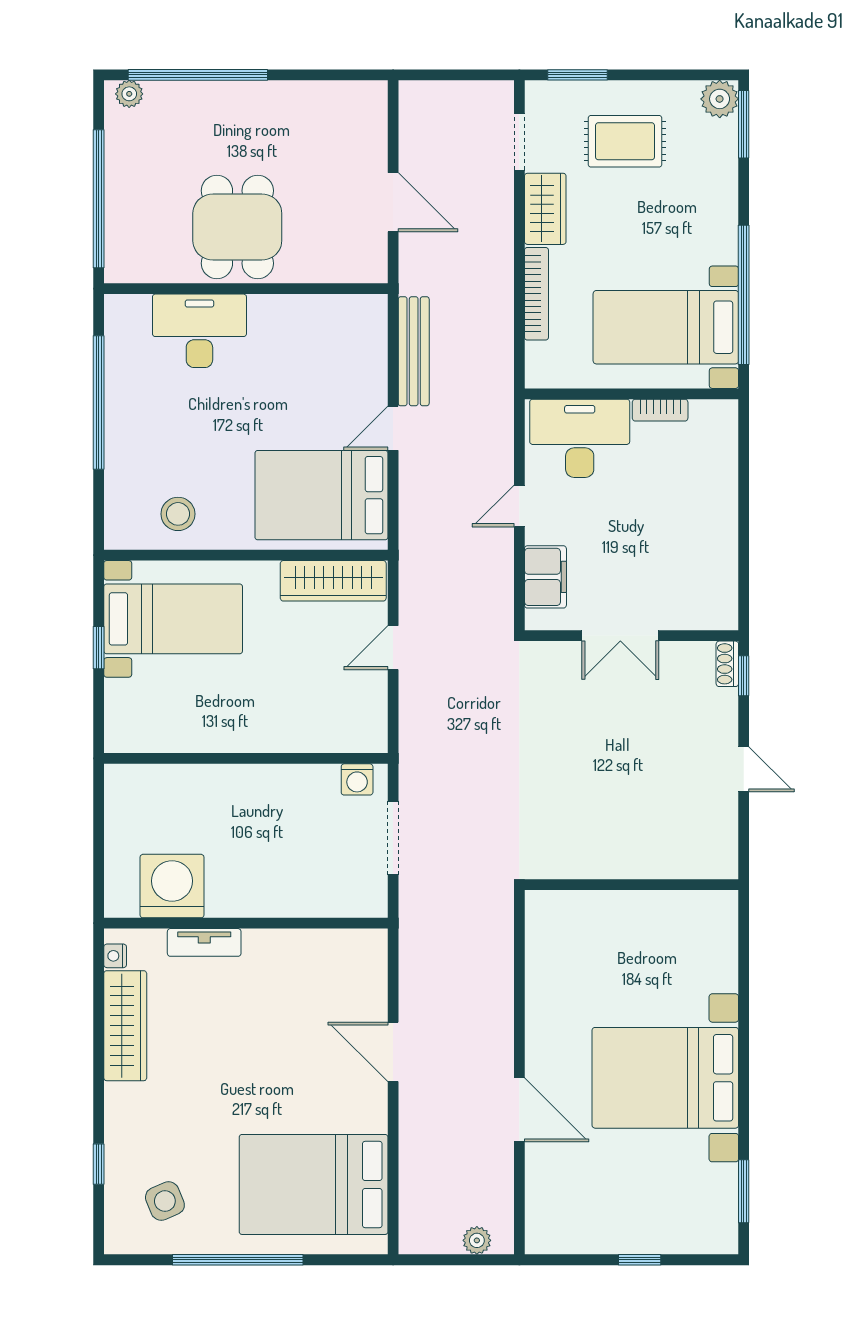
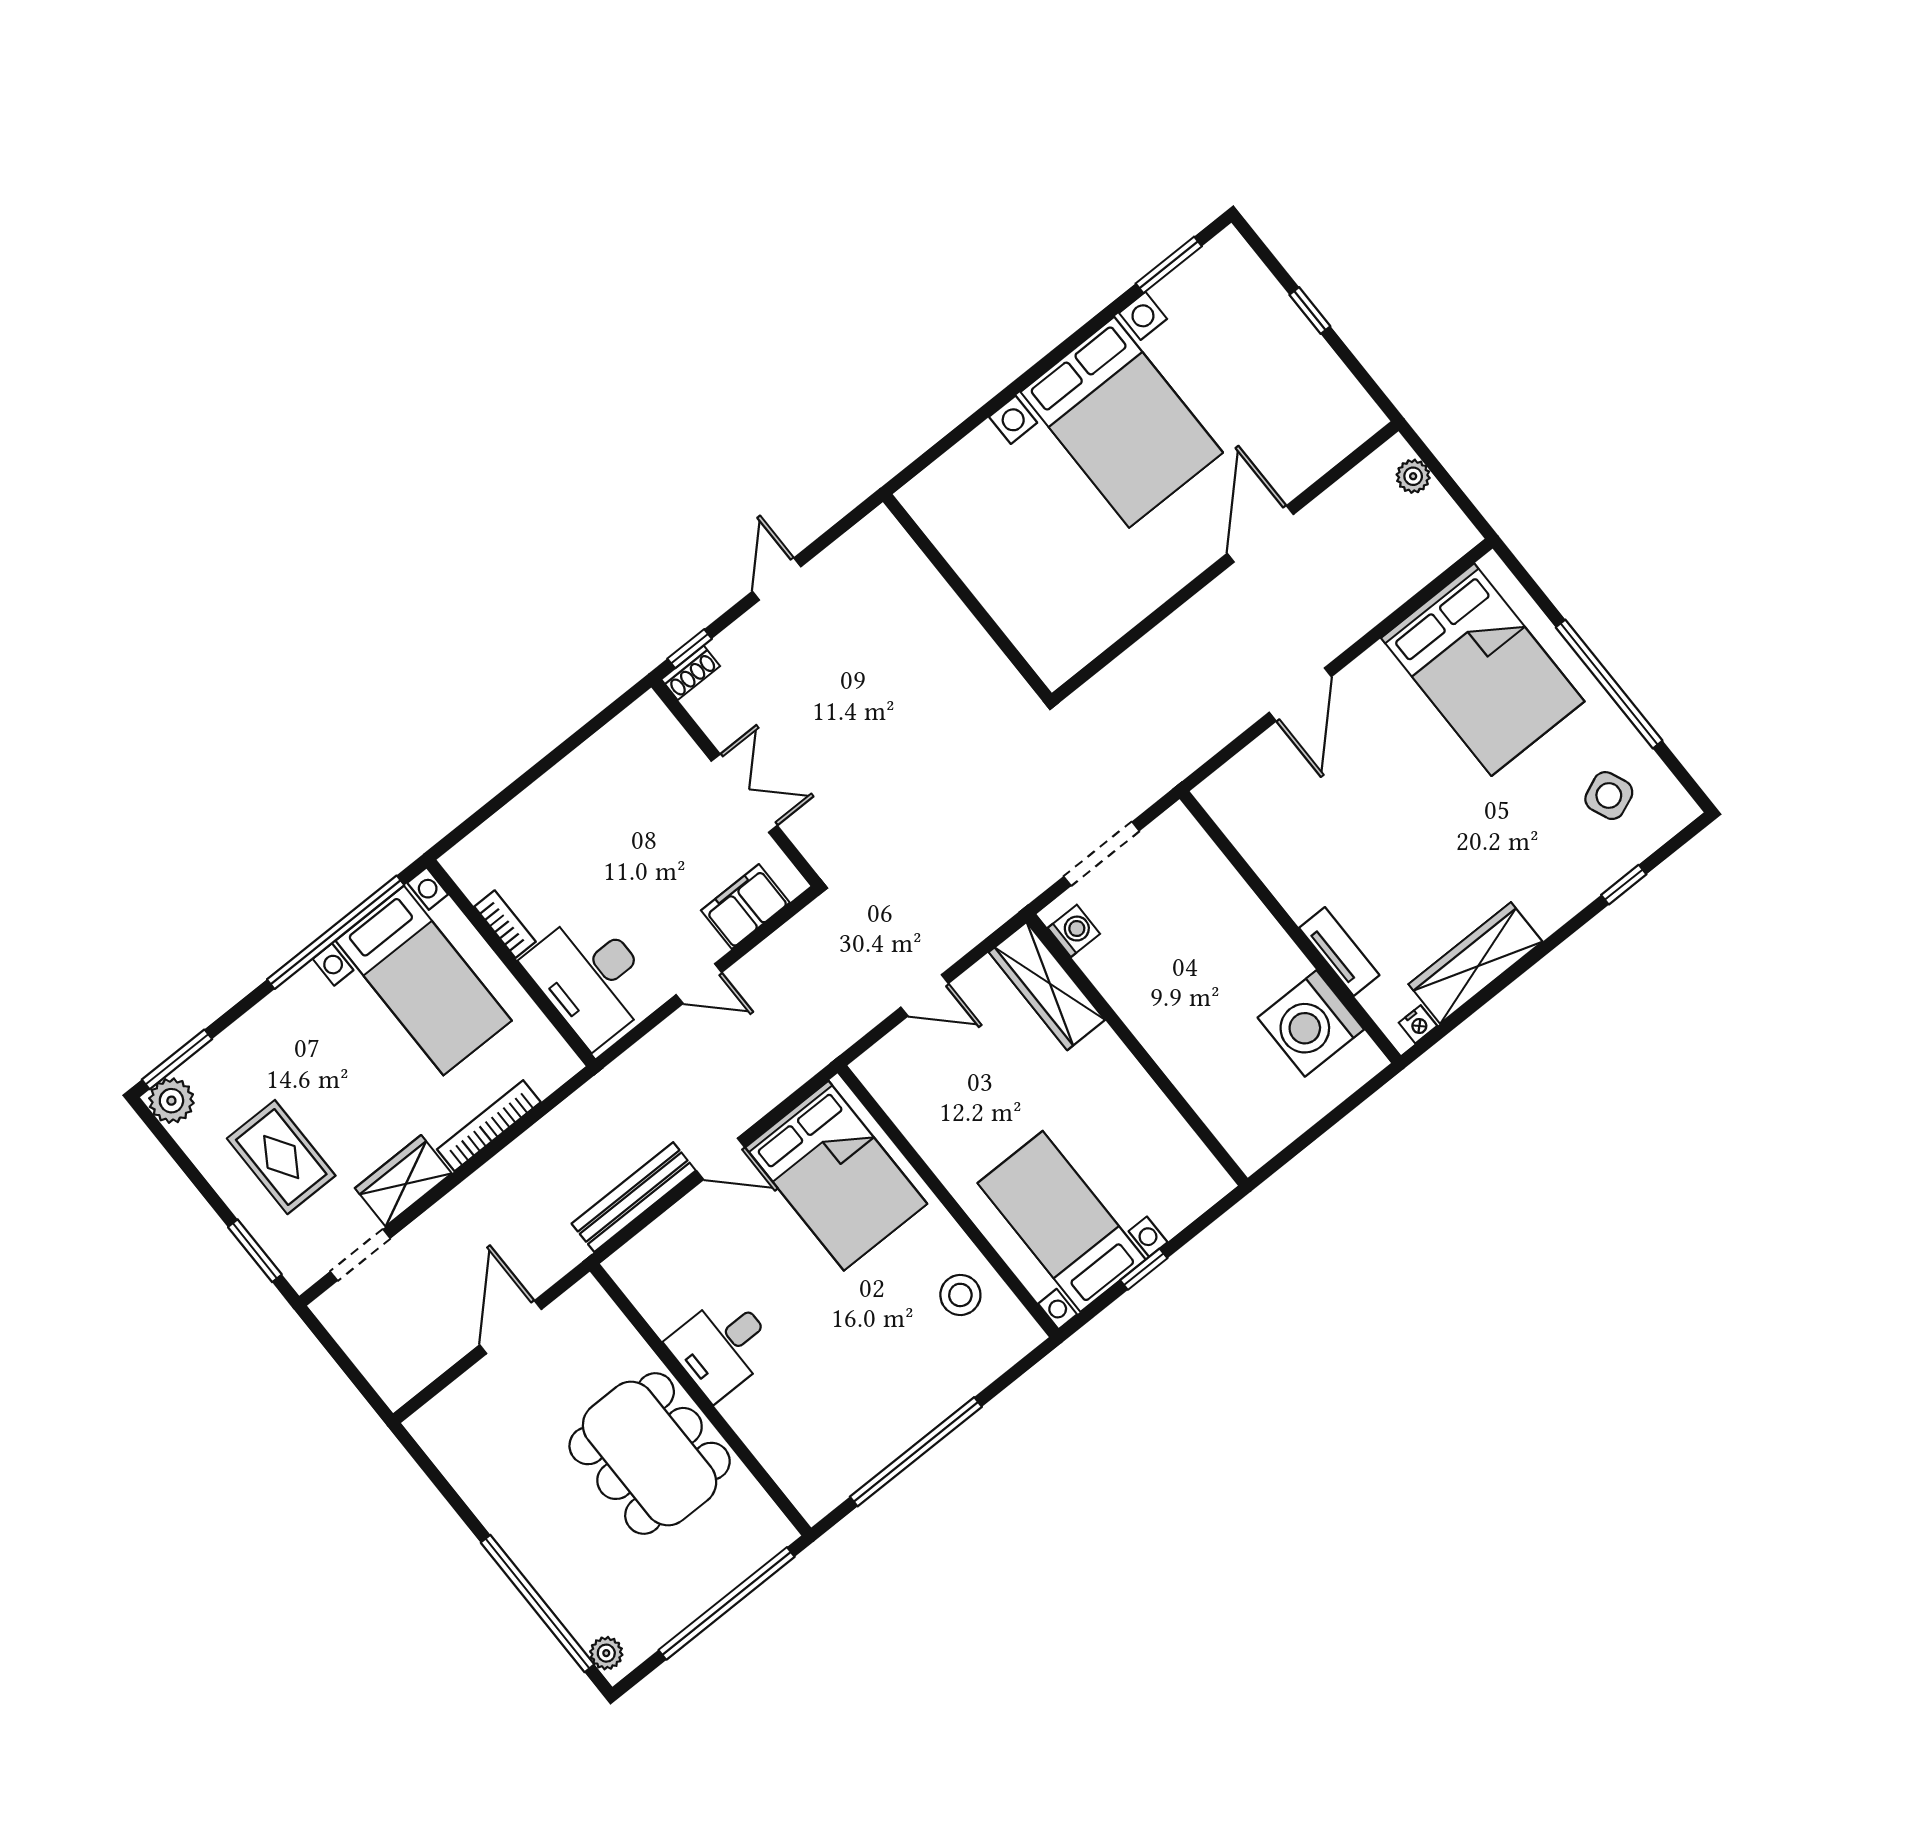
dining table: (237, 227) -> (650, 1453), width x1.38
desk: (199, 331) -> (722, 1346), moved, width x0.73
wardrobe: (333, 581) -> (1047, 986), moved, turned 180

